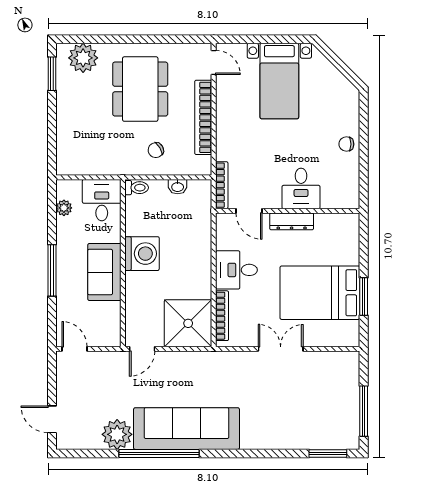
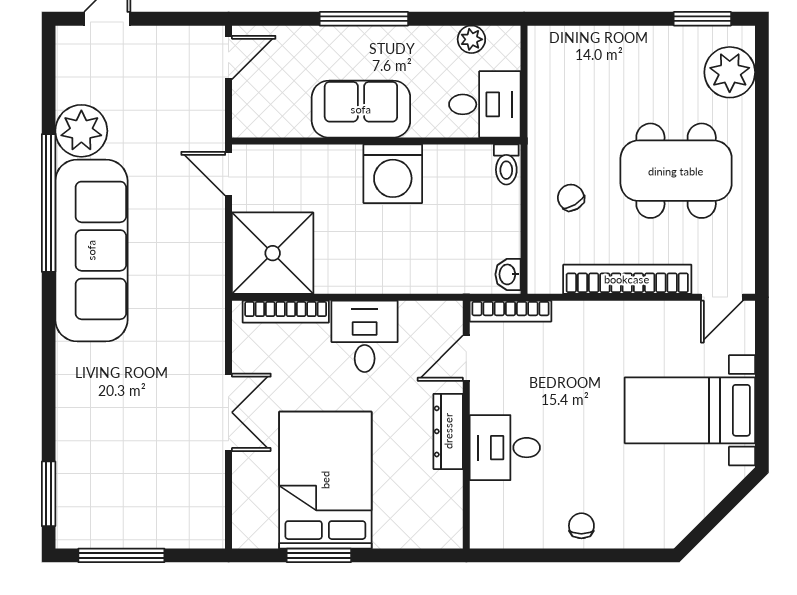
washbasin: (178, 187) -> (508, 274), moved

